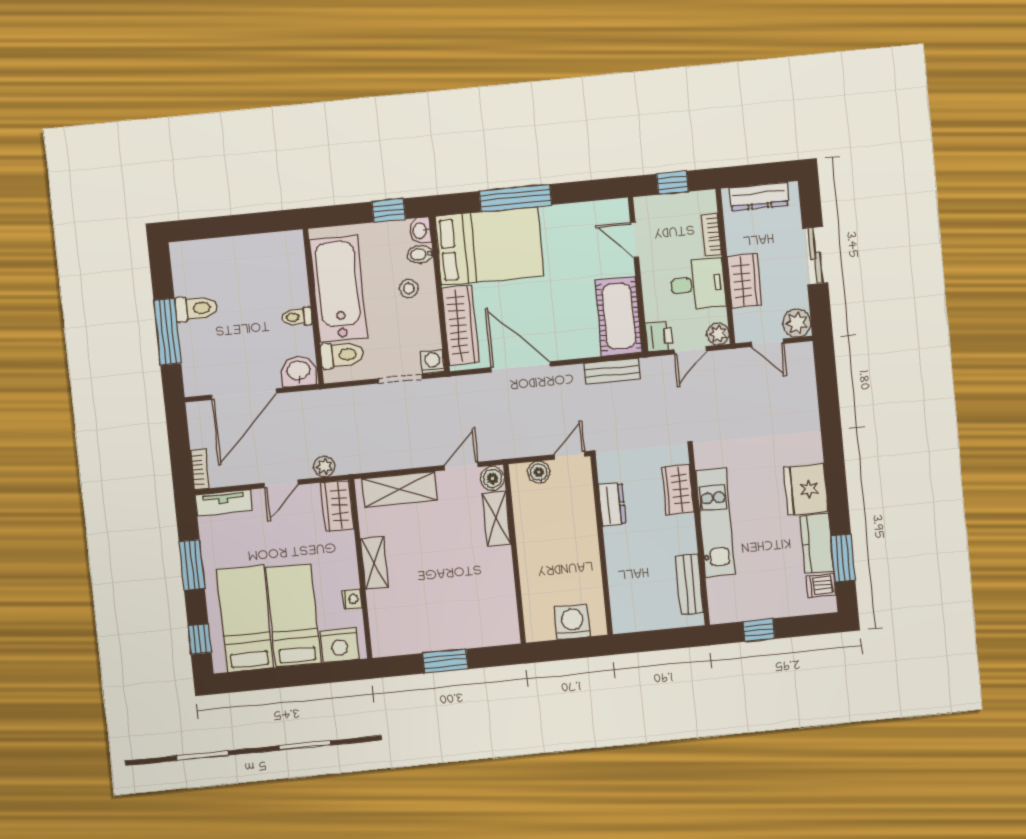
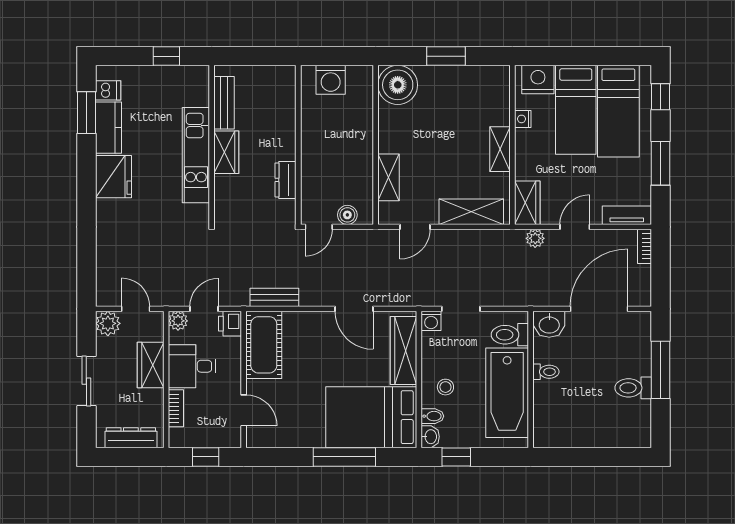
door: (521, 367) -> (354, 309), width x0.73
boiler: (492, 478) -> (398, 85), moved, width x1.86, depth x1.86
wardrobe: (678, 489) -> (226, 152), moved

